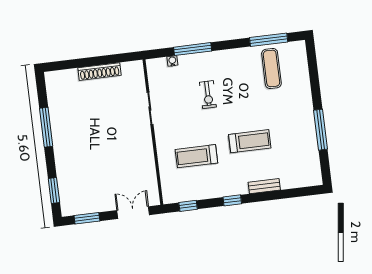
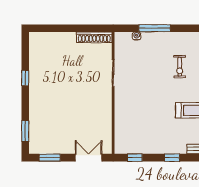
shoe rack: (99, 72) -> (94, 37), moved
exercise bike: (208, 95) -> (180, 67), moved
window: (46, 127) -> (25, 78), width x0.46
treadmill: (196, 156) -> (147, 117), removed

